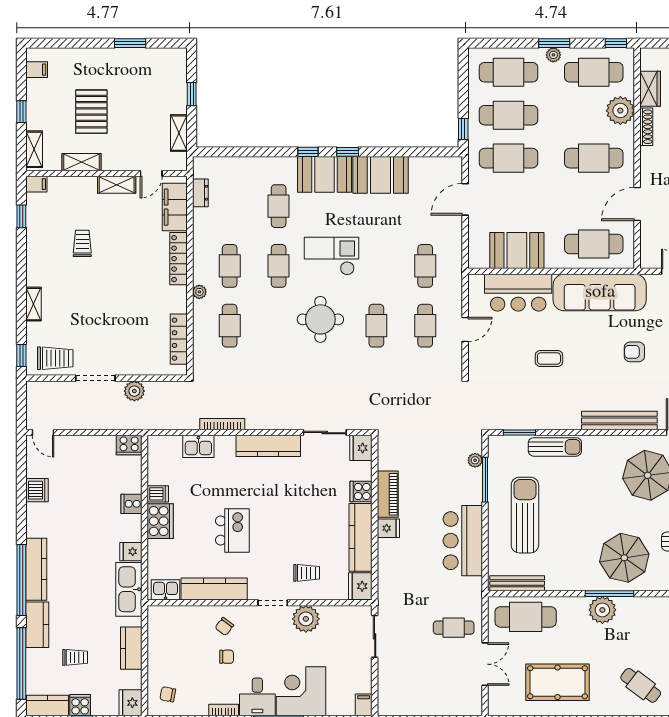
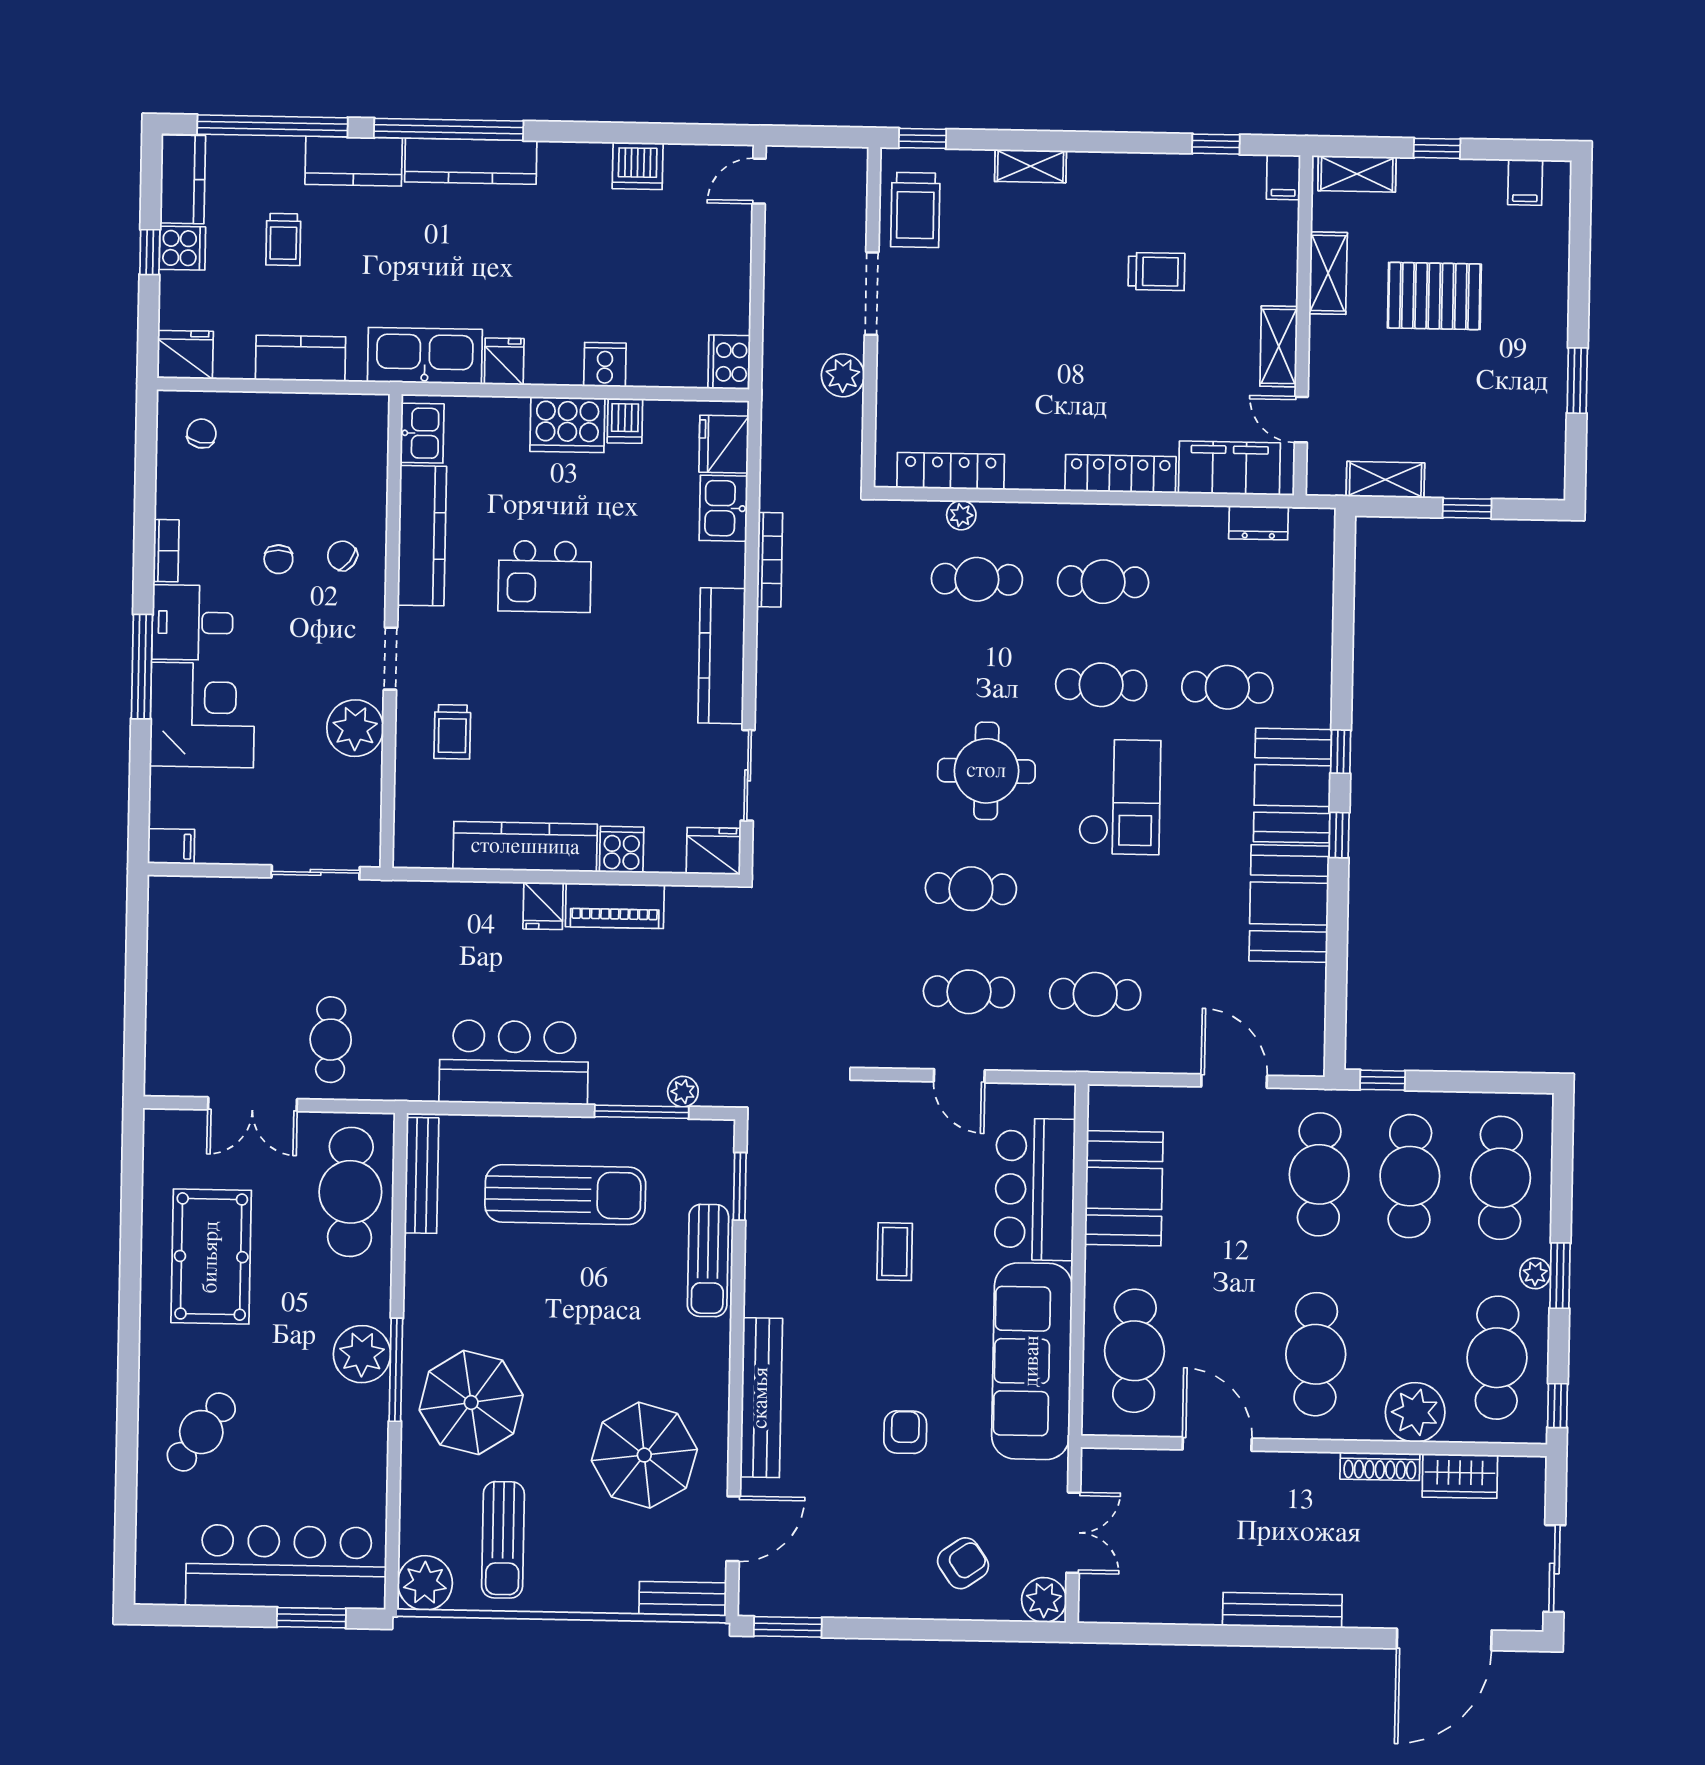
plant: (199, 292) -> (961, 515), moved
fridge: (360, 586) -> (724, 444), moved, turned -90

